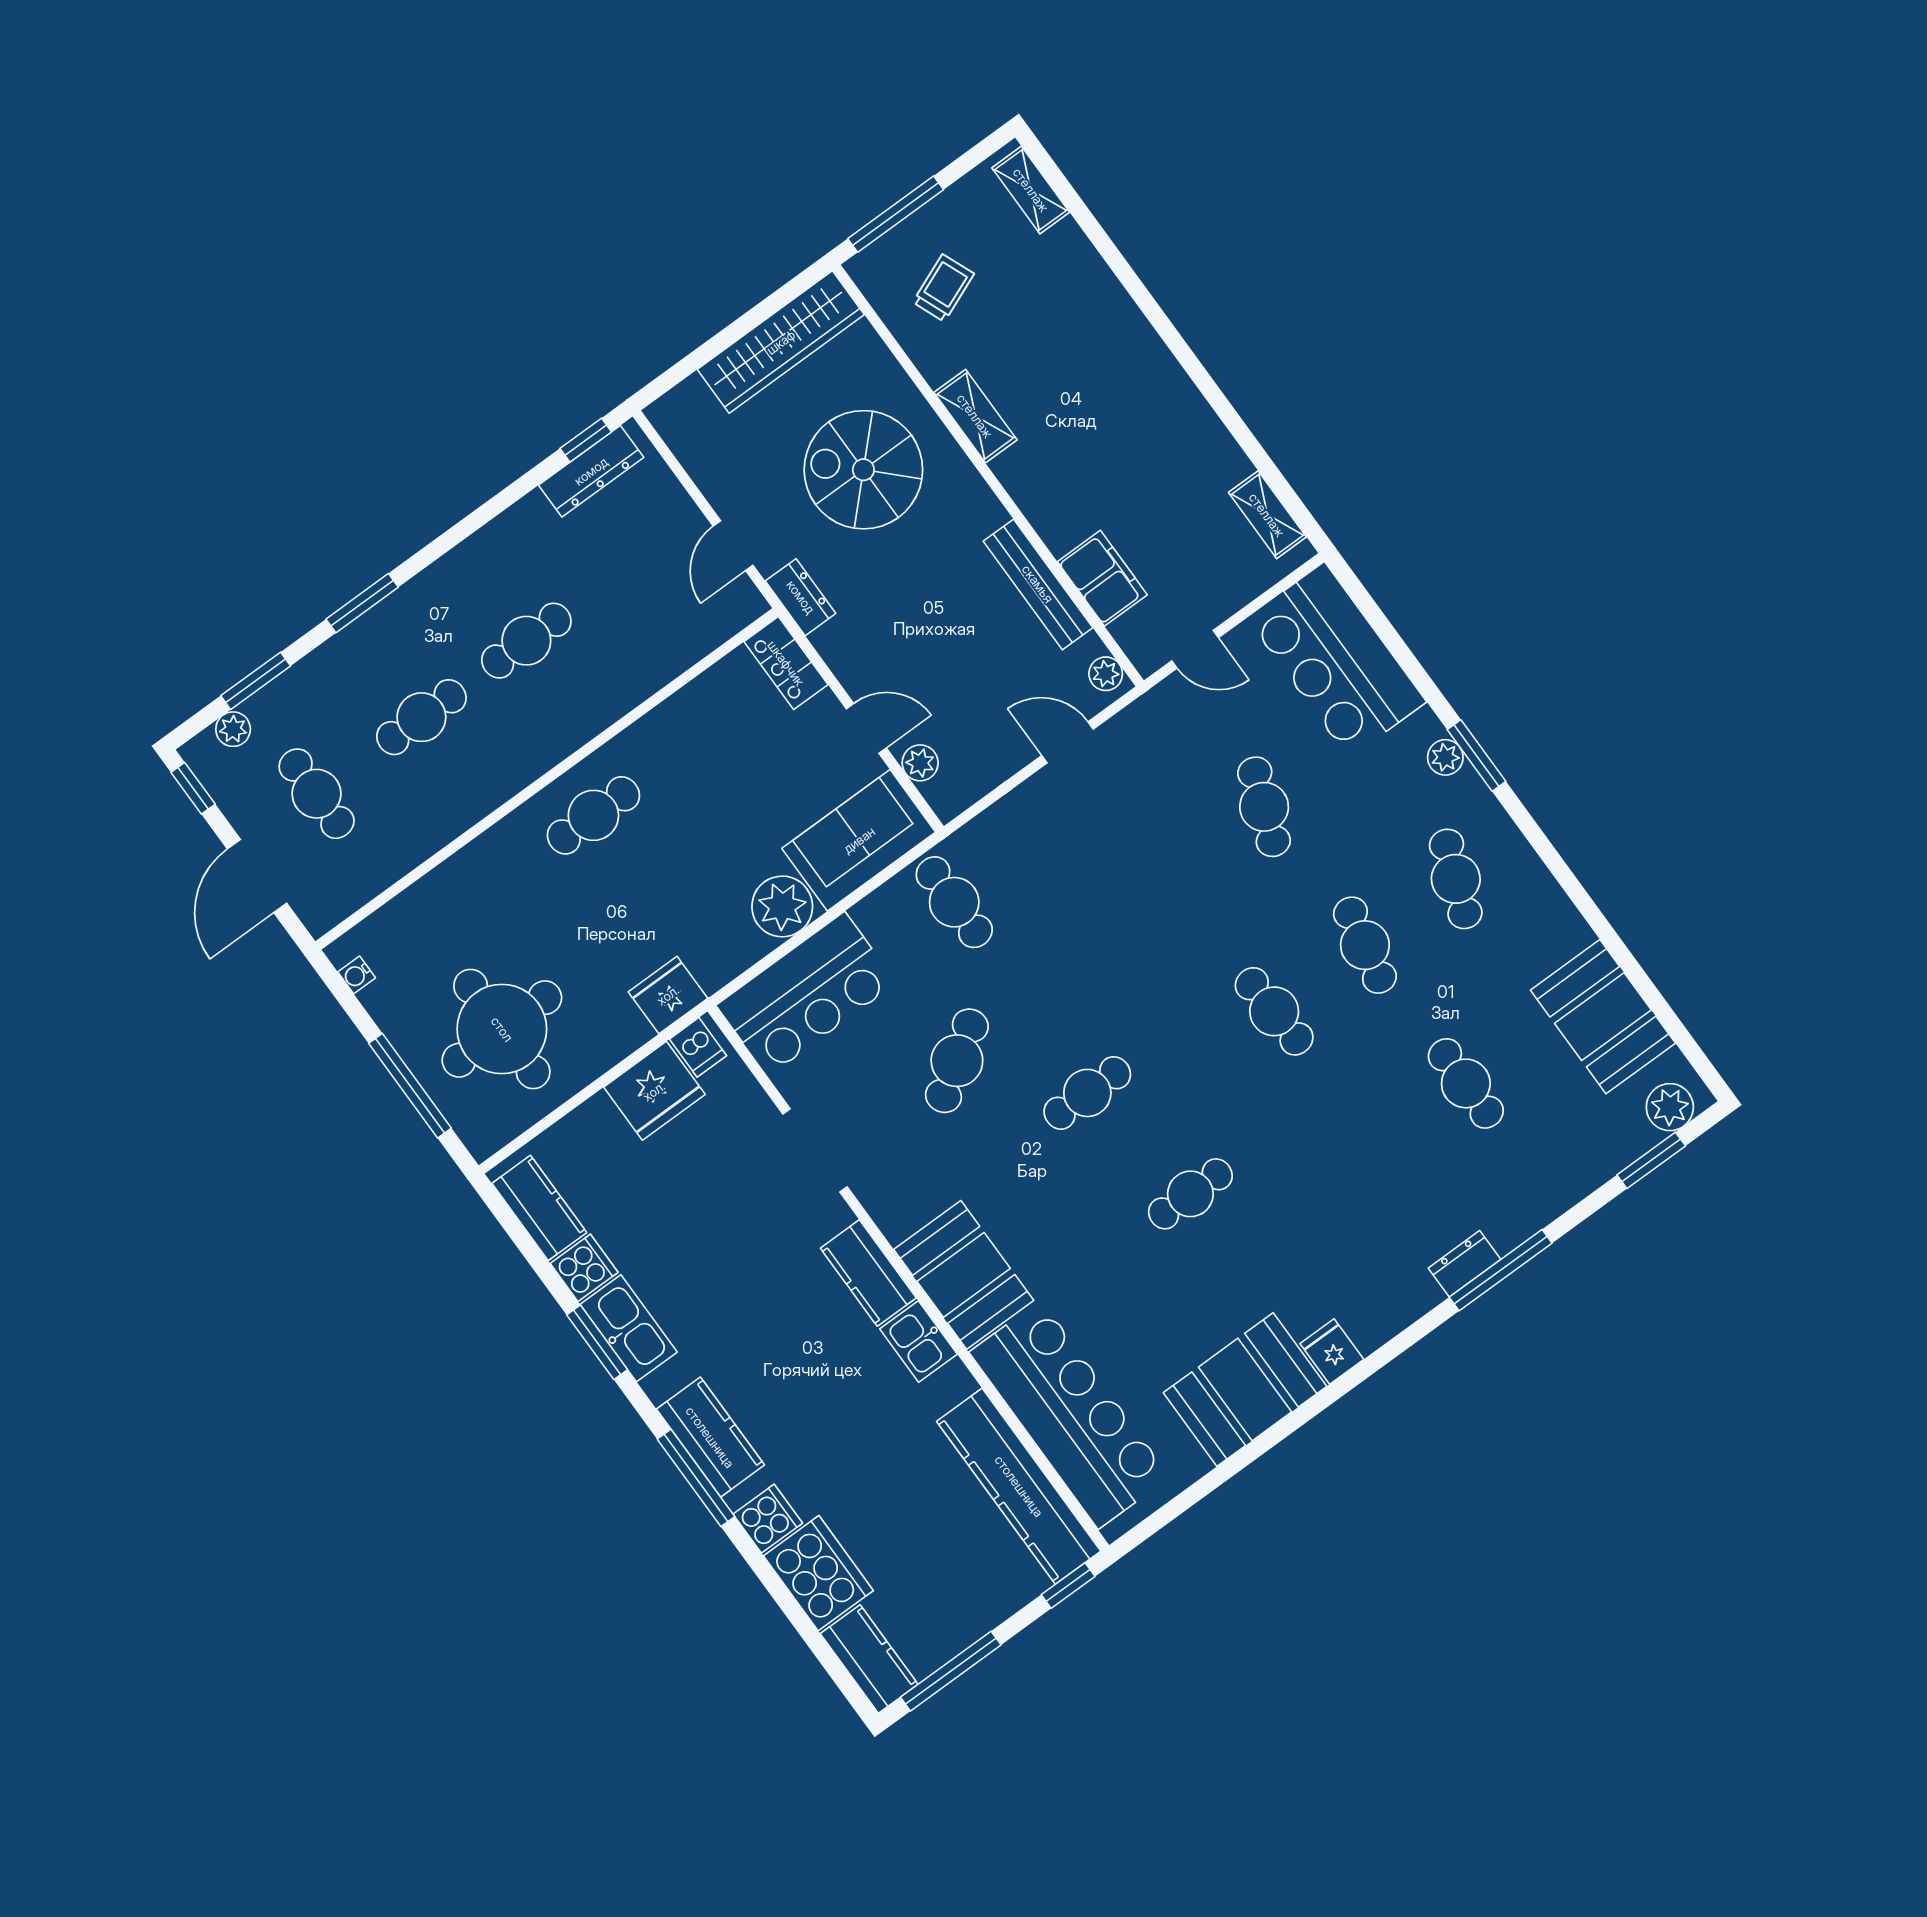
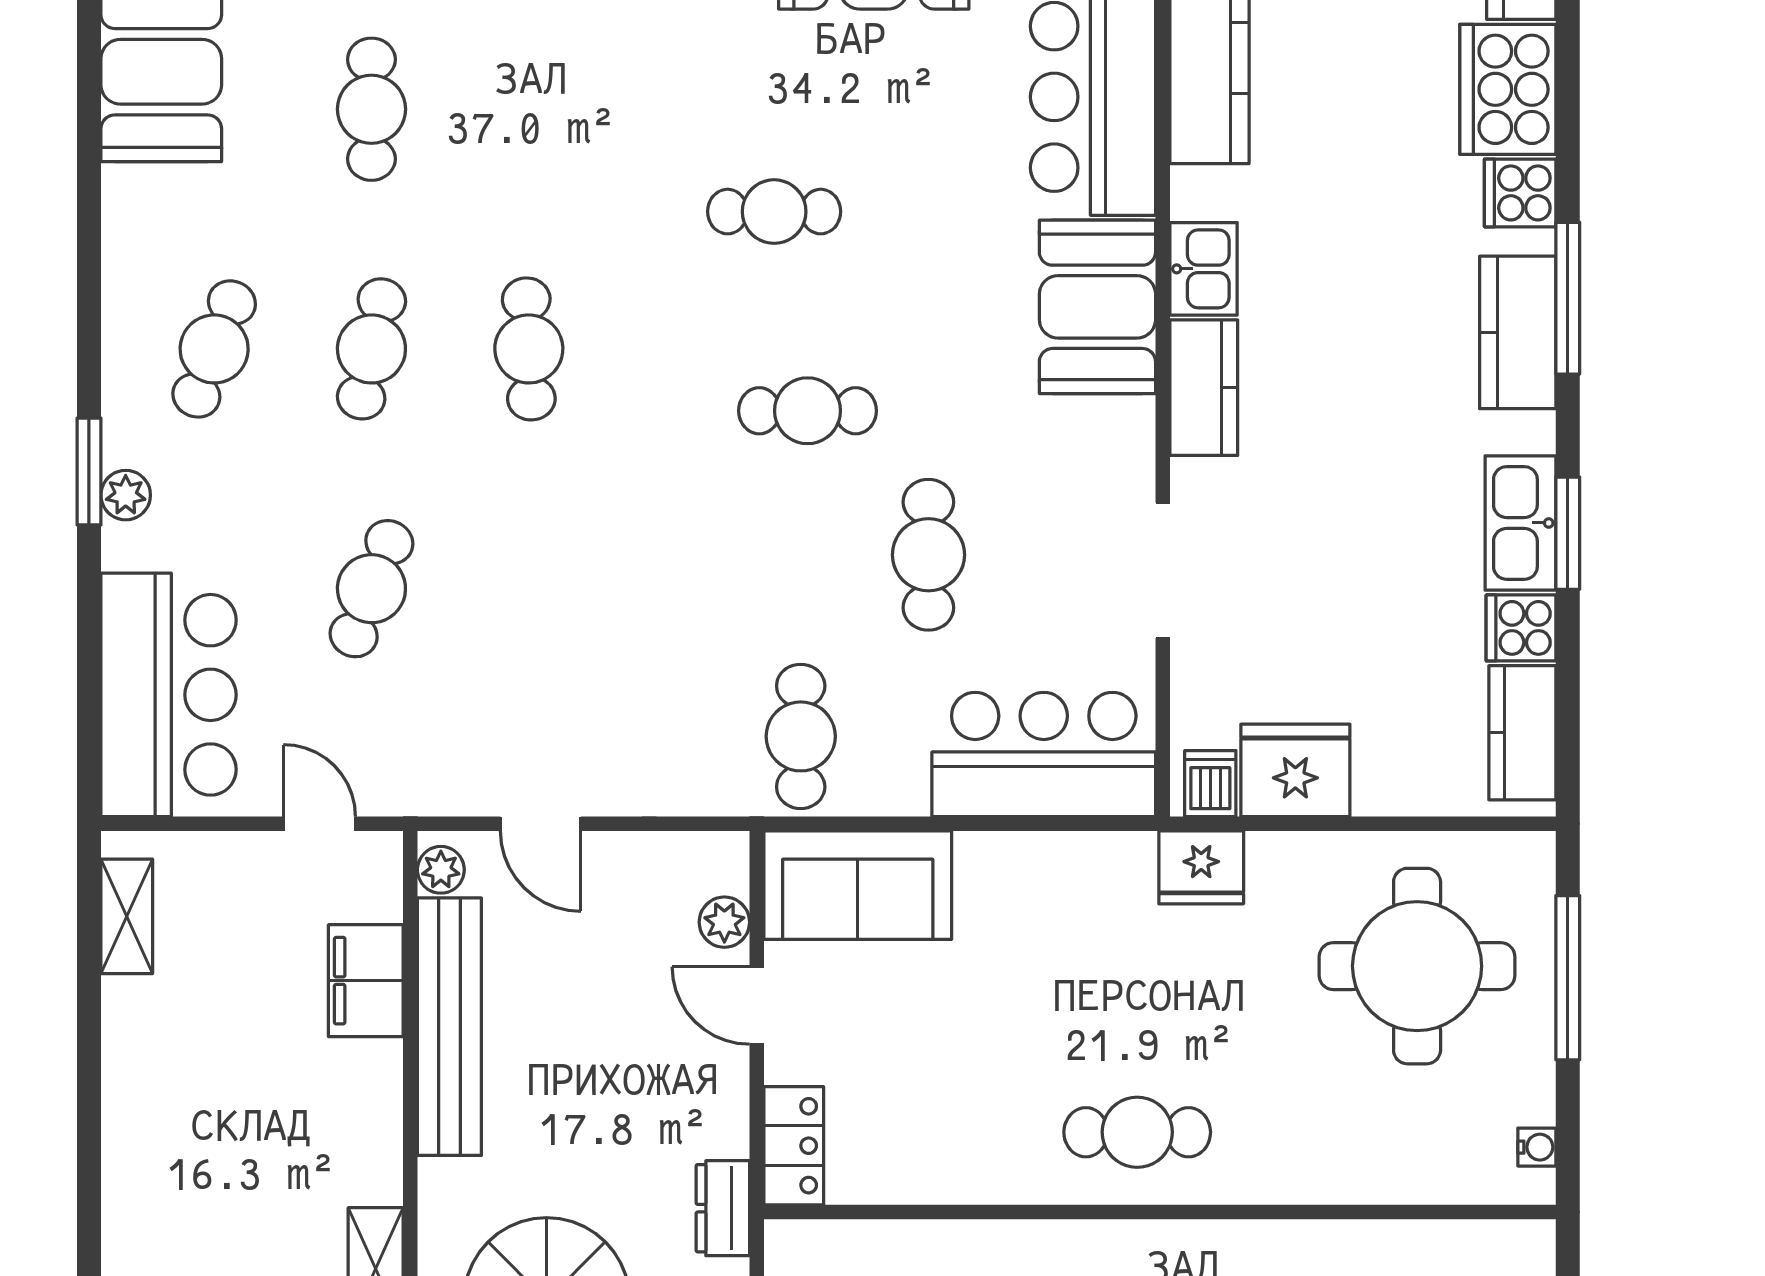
bench: (1038, 584) -> (449, 1027), width x1.37, depth x1.21
plant: (782, 906) -> (999, 873), removed
cafe table: (957, 1061) -> (928, 555), turned -57

